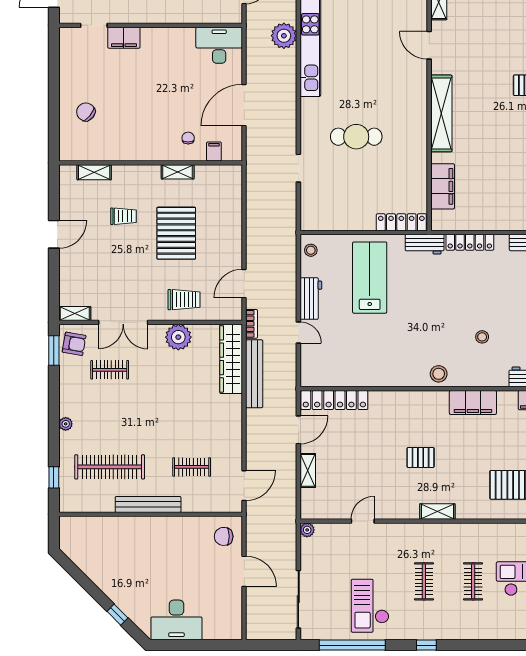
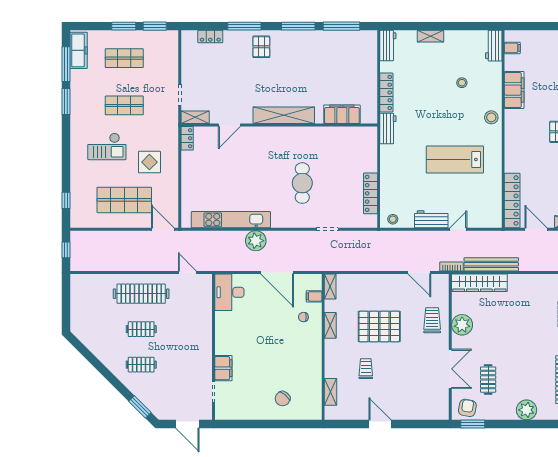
plant: (284, 36) -> (256, 241), moved
locker: (401, 222) -> (370, 193), moved
lab bench: (370, 278) -> (455, 160), moved
shelving: (75, 314) -> (330, 286), moved
plant: (66, 424) -> (527, 410), width x1.87, depth x1.87

